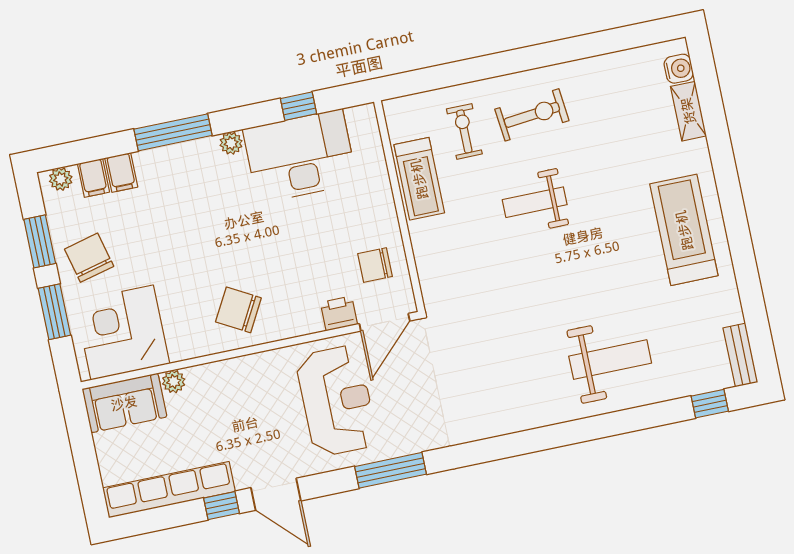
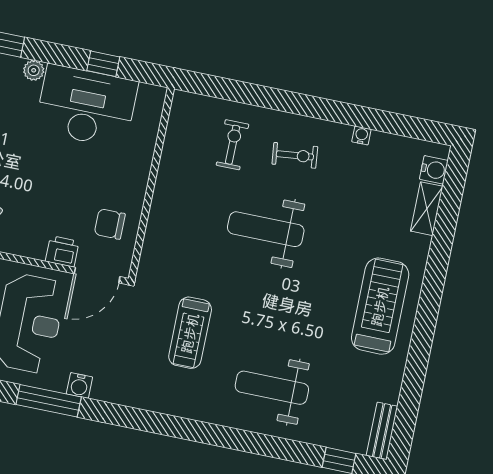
water cooler: (590, 66) -> (361, 135), added
exercise bike: (532, 115) -> (295, 155), width x0.73, depth x0.72
treadmill: (419, 179) -> (190, 333), moved
weight bench: (535, 202) -> (266, 229), width x1.36, depth x1.33
weight bench: (610, 360) -> (272, 388), turned 180
water cooler: (415, 441) -> (79, 385), added

